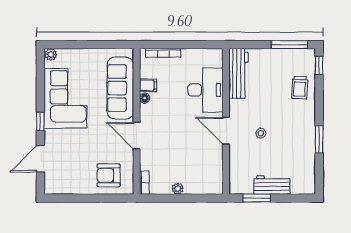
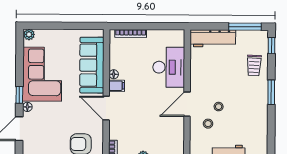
workbench: (238, 73) -> (213, 38), moved, turned 90
filing cabinet: (148, 85) -> (117, 86), moved
door: (226, 131) -> (187, 104), hinge flipped
floor lamp: (49, 135) -> (27, 107), added
window: (319, 139) -> (271, 92), moved
stool: (249, 152) -> (208, 124), added

